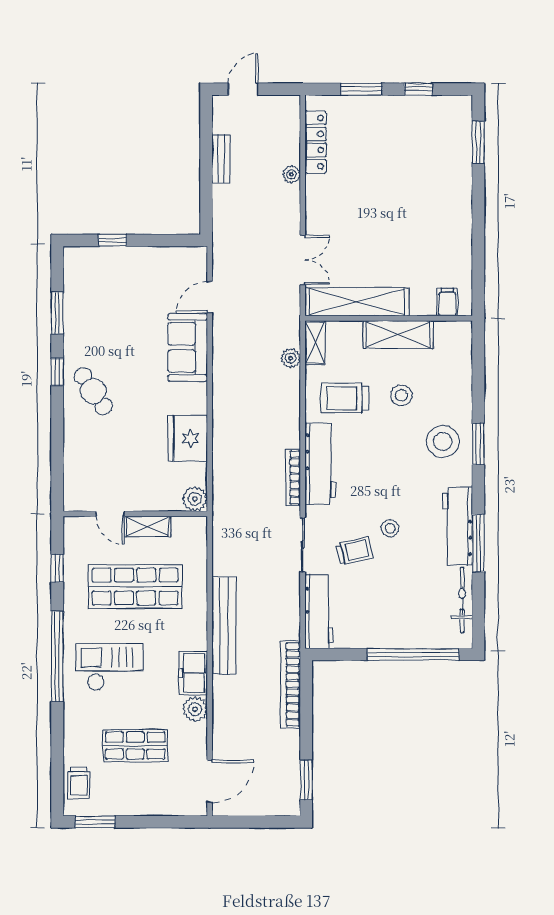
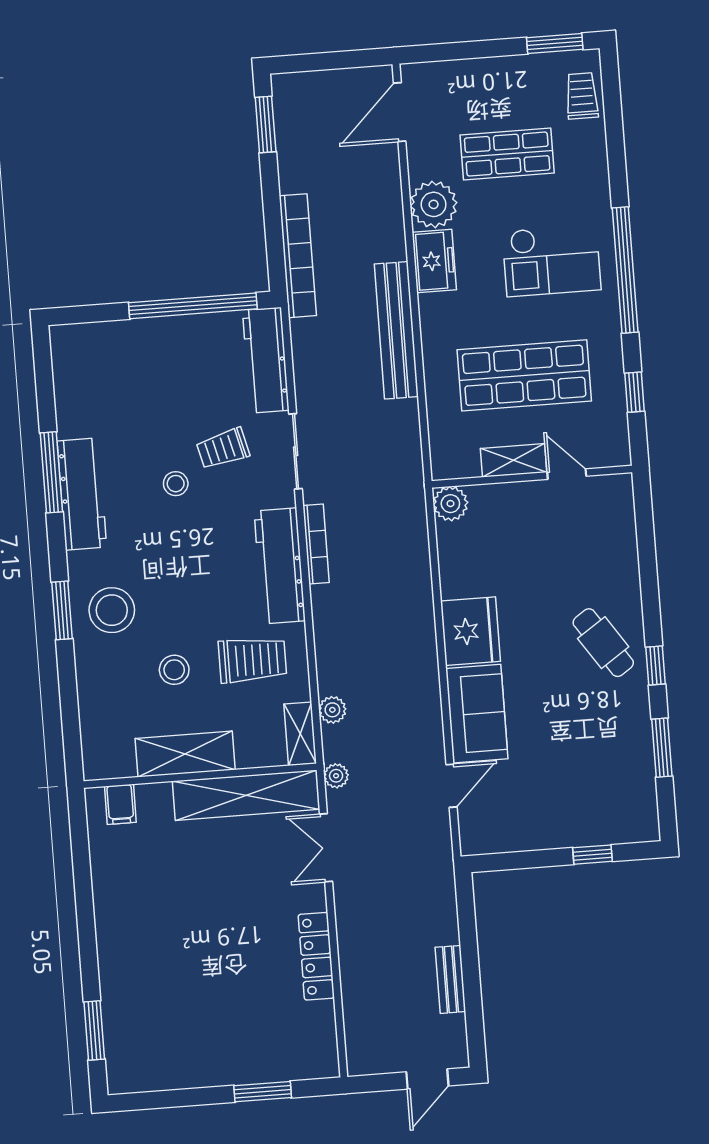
window: (419, 89) -> (183, 1098), removed
locker: (316, 142) -> (316, 956), moved
plant: (292, 174) -> (336, 776), moved
fridge: (188, 438) -> (471, 631), moved
bicycle: (462, 600) -> (68, 391), removed
window: (413, 654) -> (193, 306), moved
plant: (195, 709) -> (434, 204), width x1.36, depth x1.36

